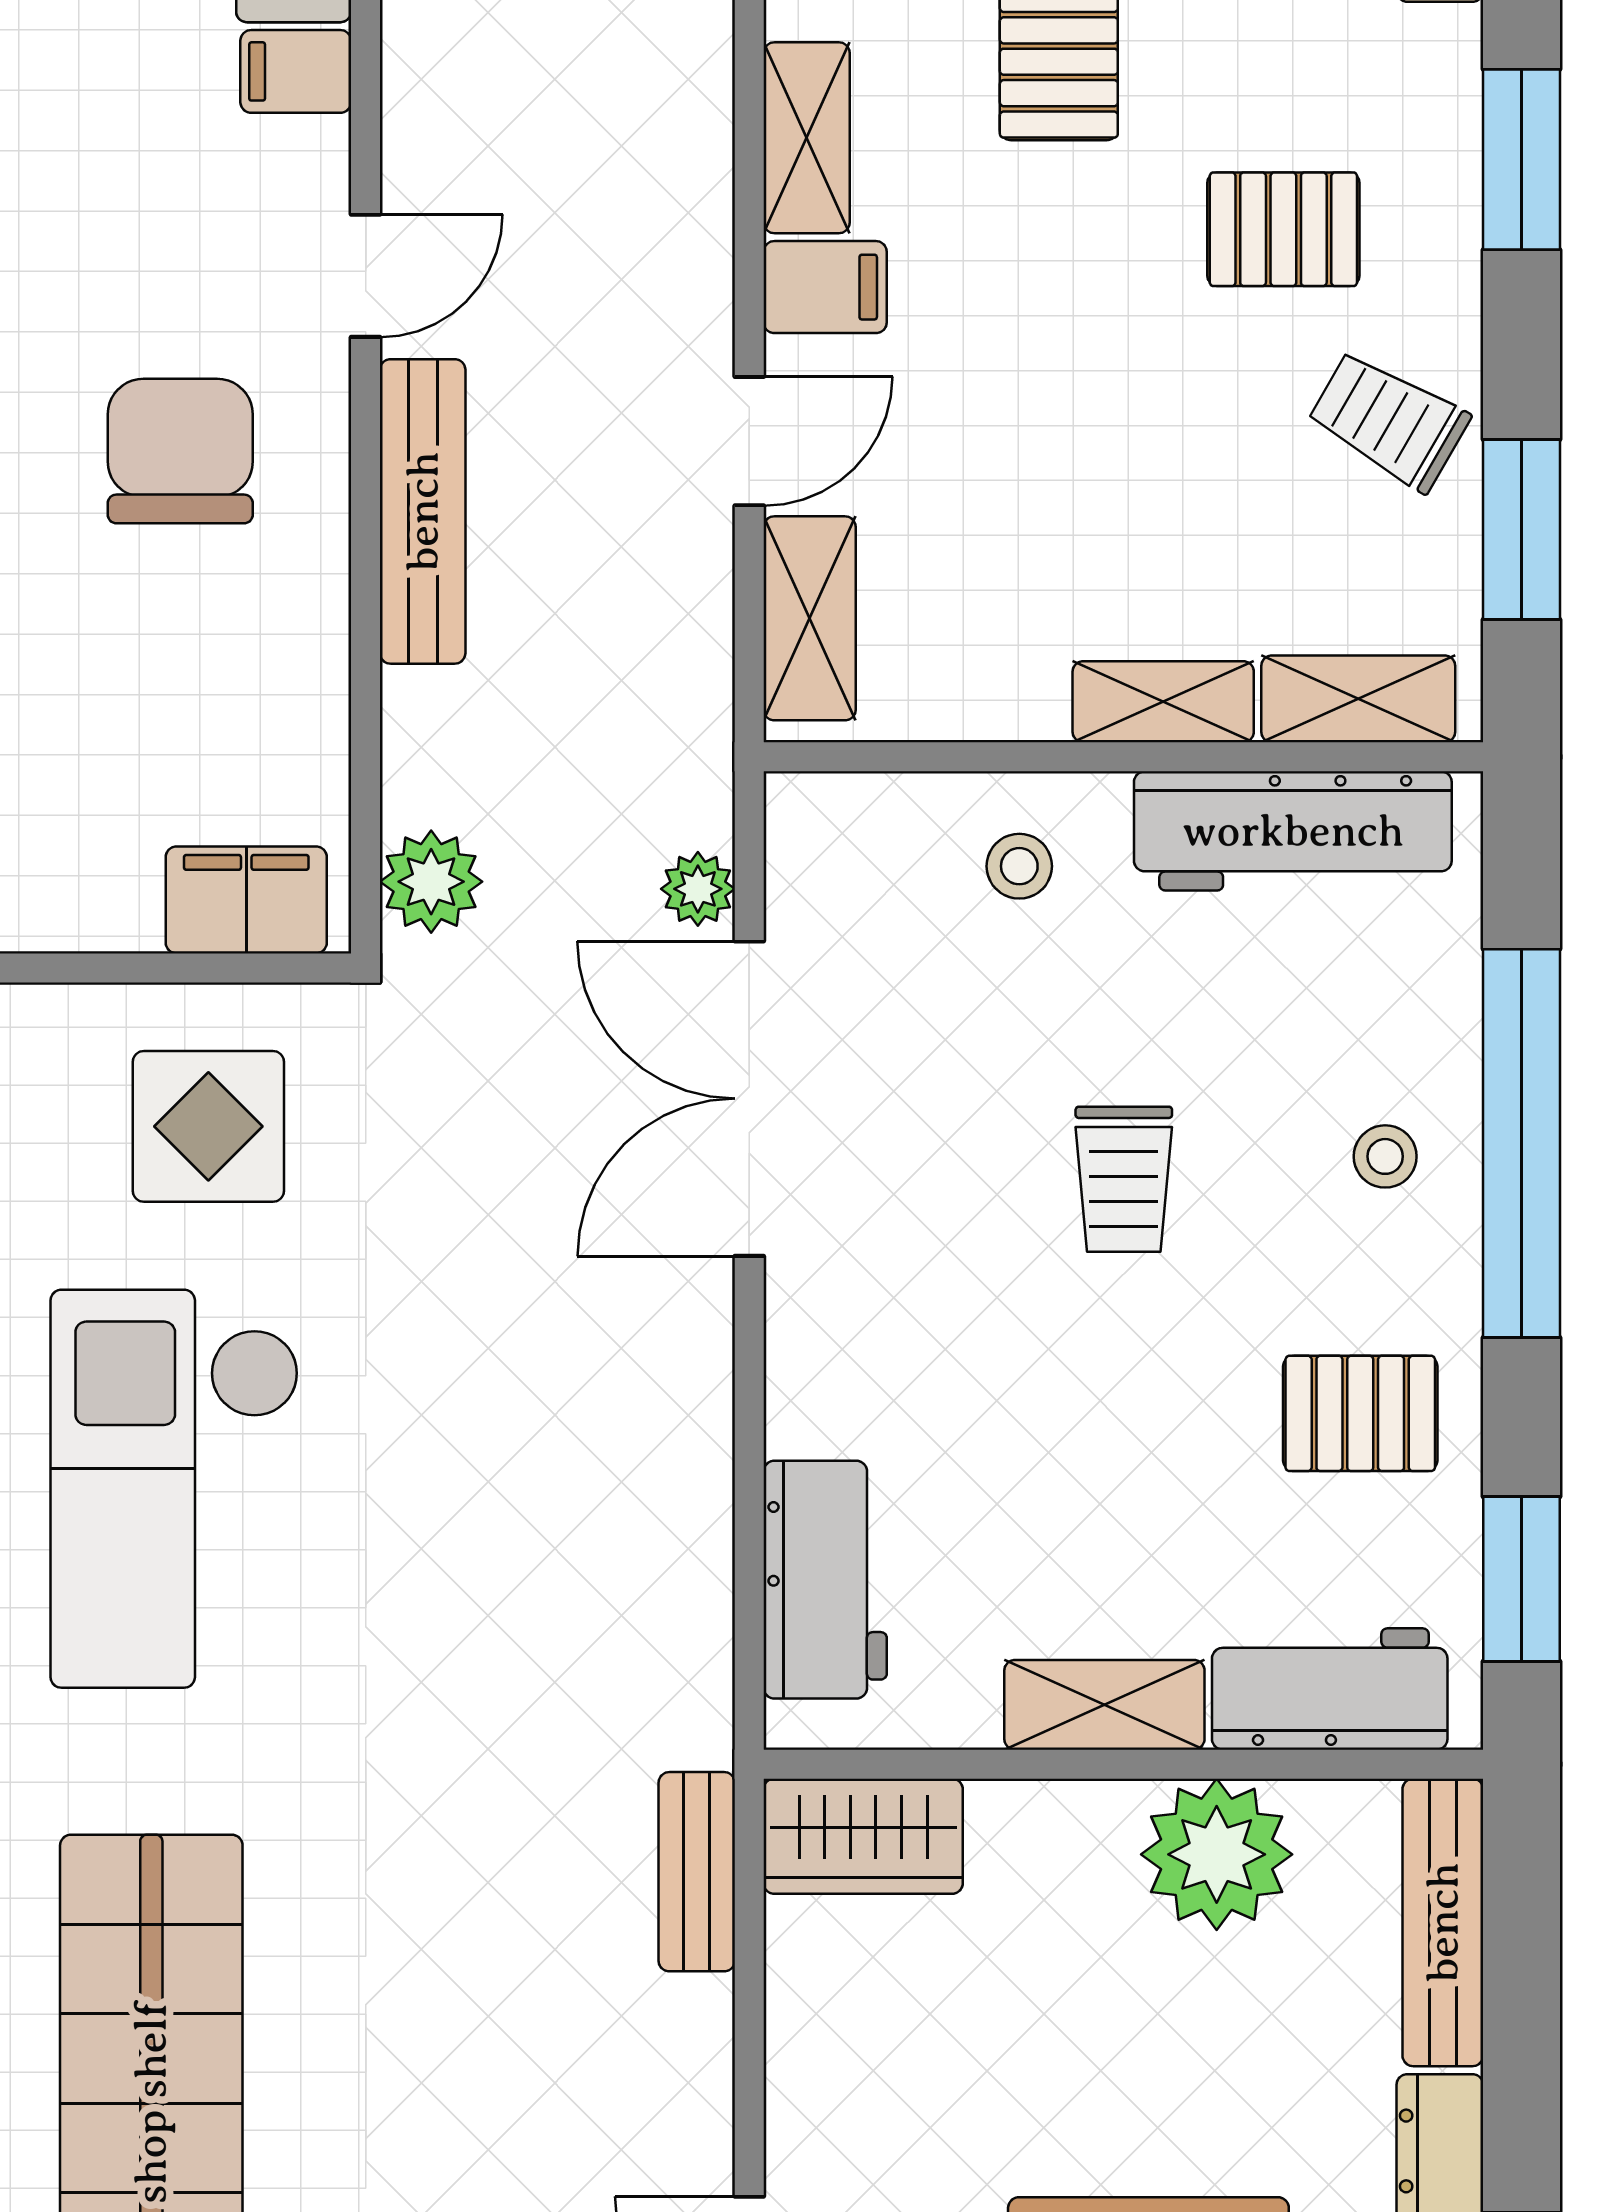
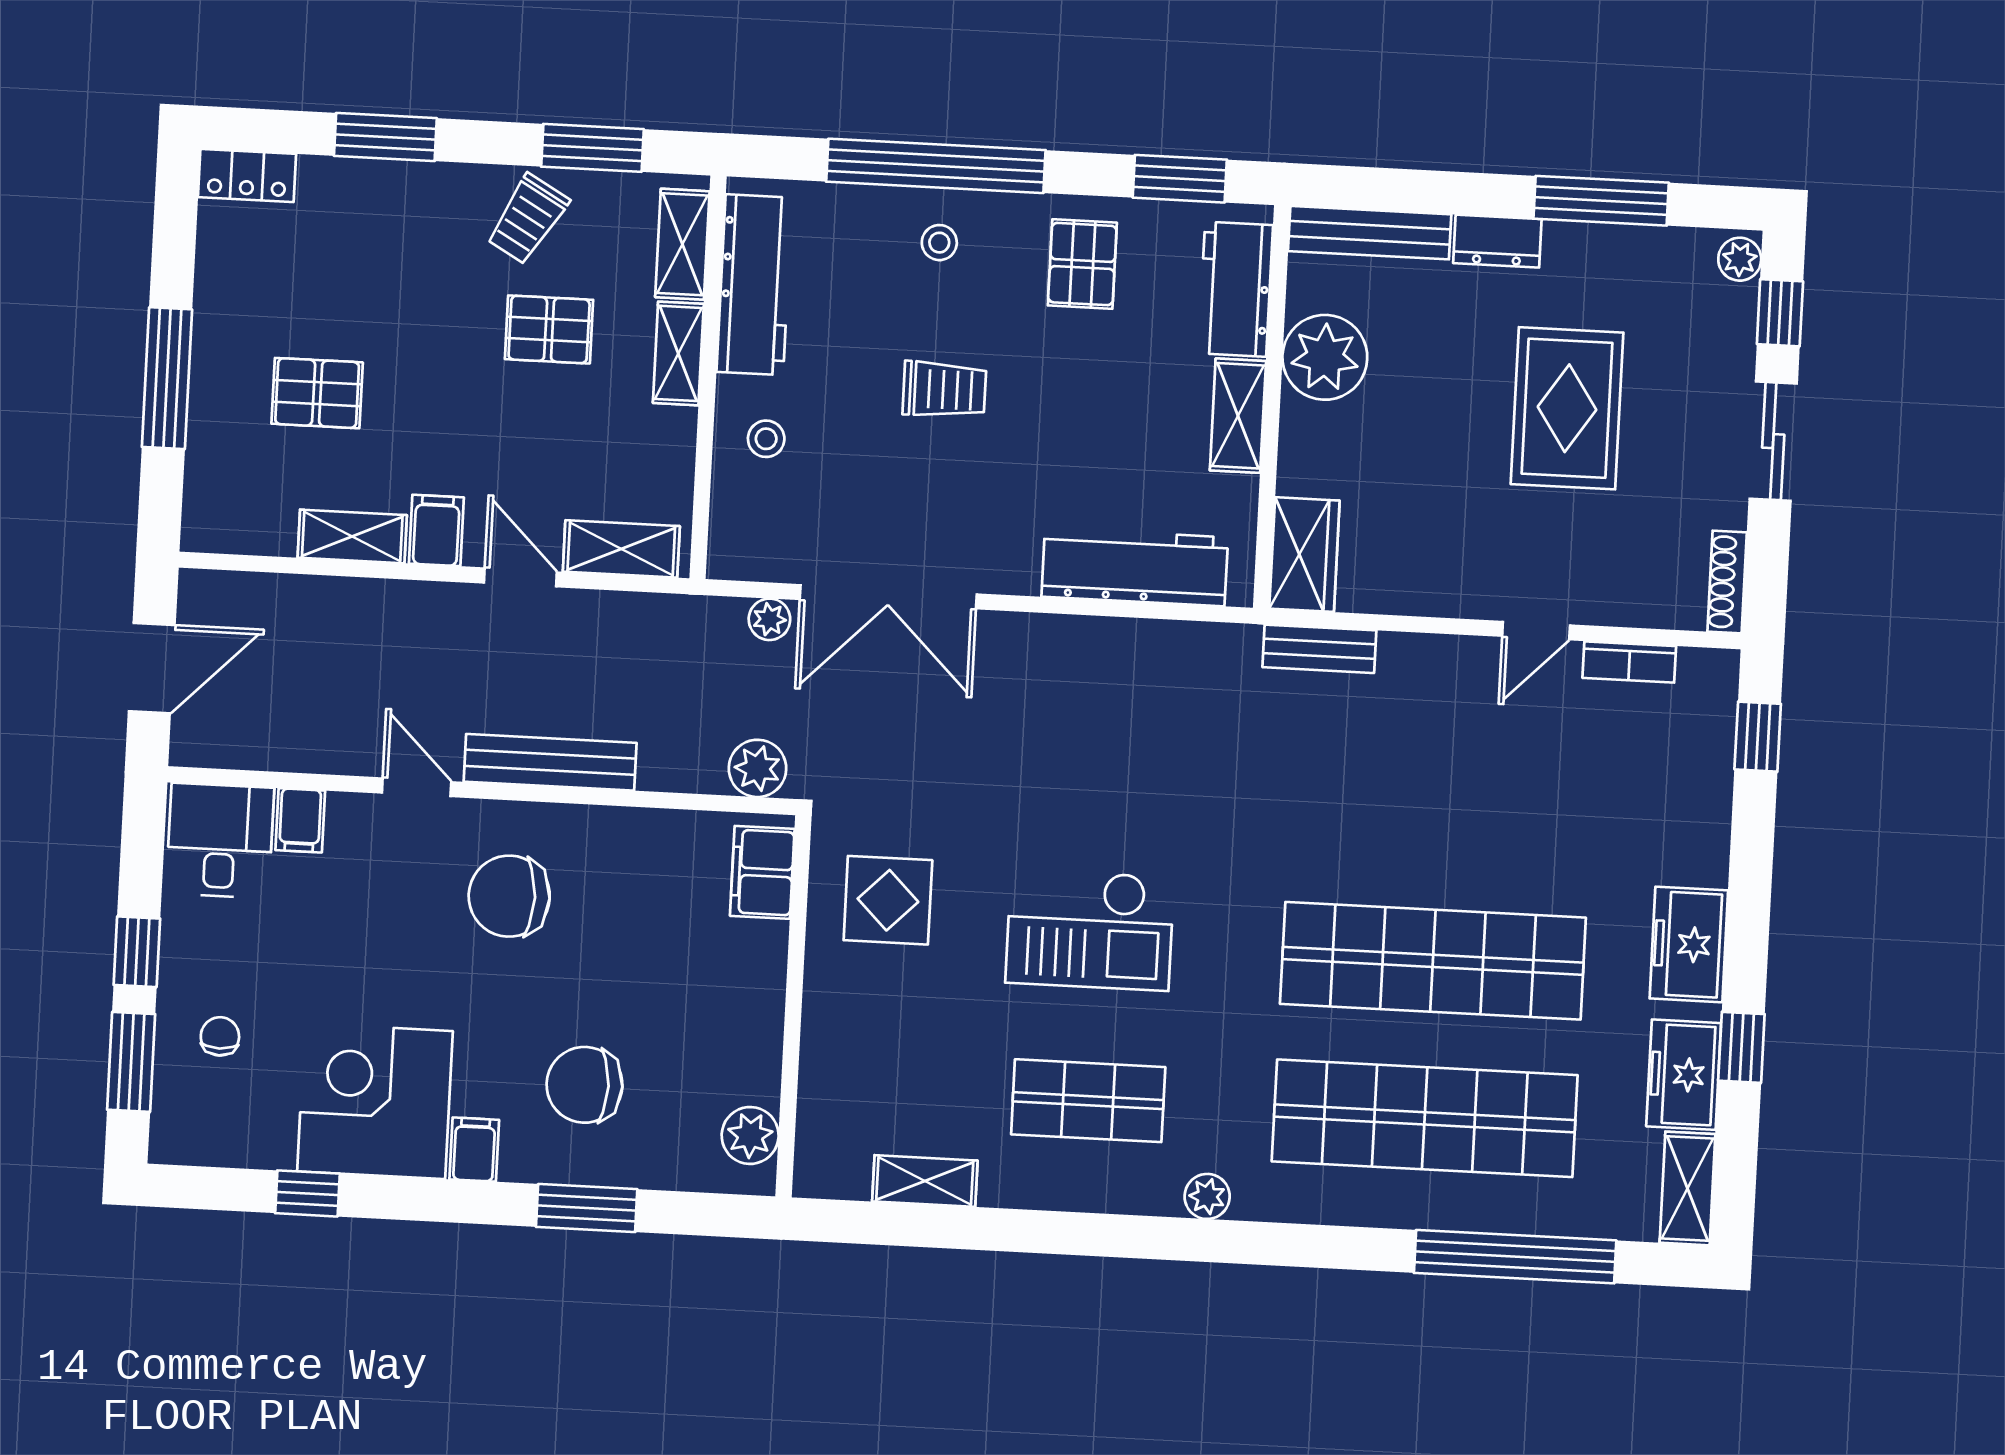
pallet: (1283, 229) -> (549, 329), moved, turned 90
checkout: (175, 1489) -> (1090, 930), width x0.73, depth x0.83
workbench: (825, 1580) -> (1135, 567), width x1.38

